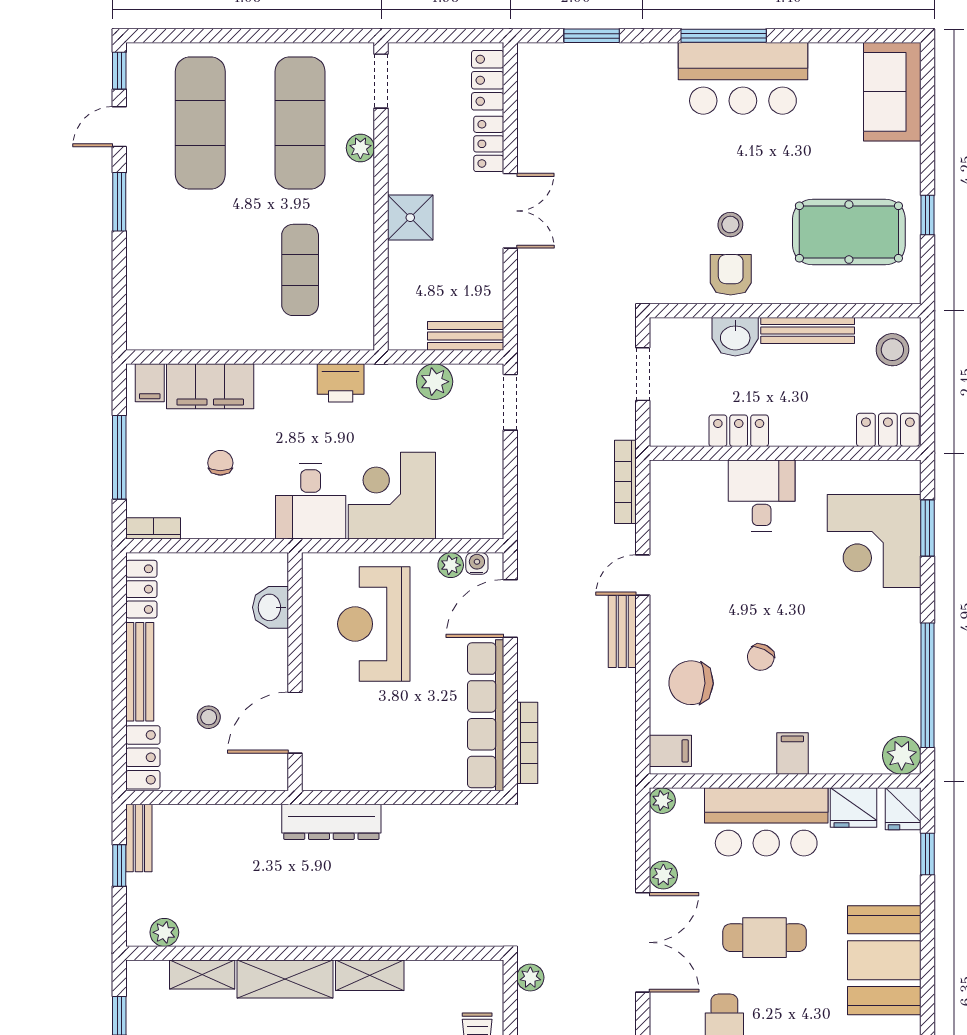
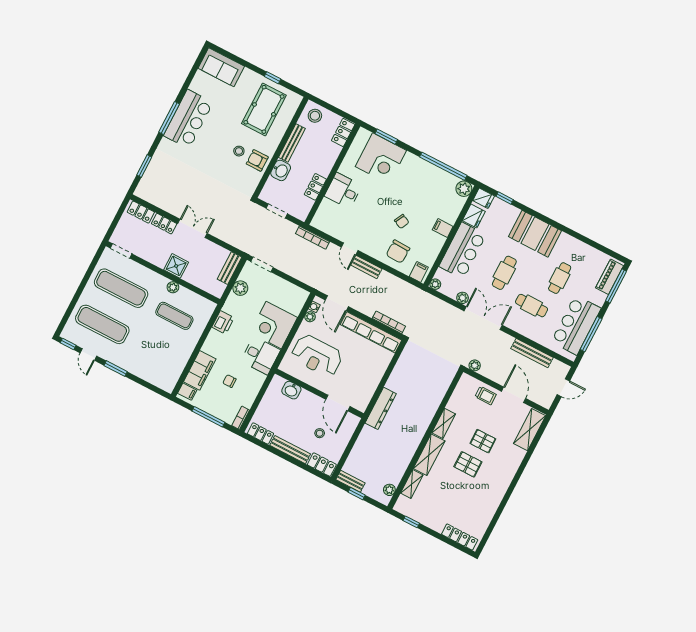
plant: (360, 148) -> (173, 287), moved

